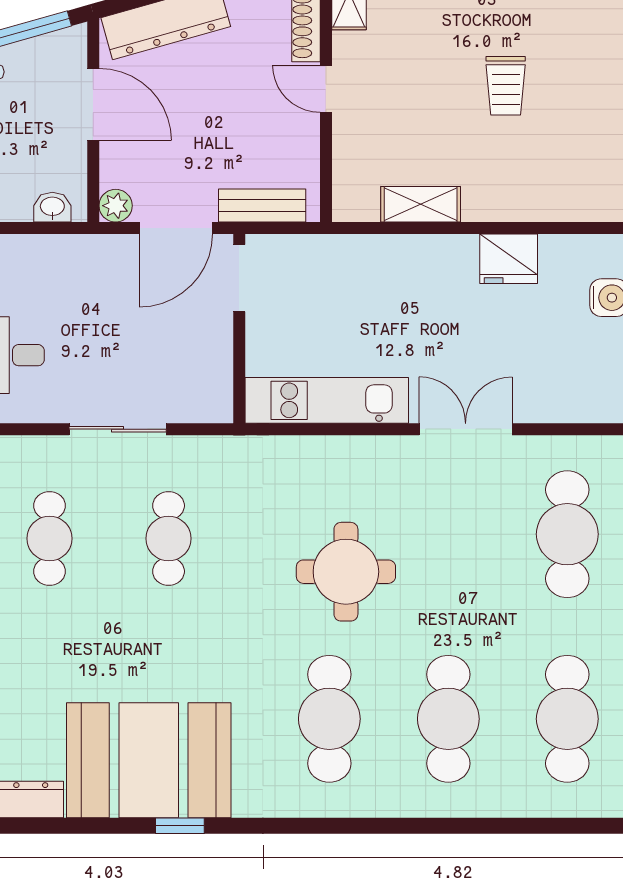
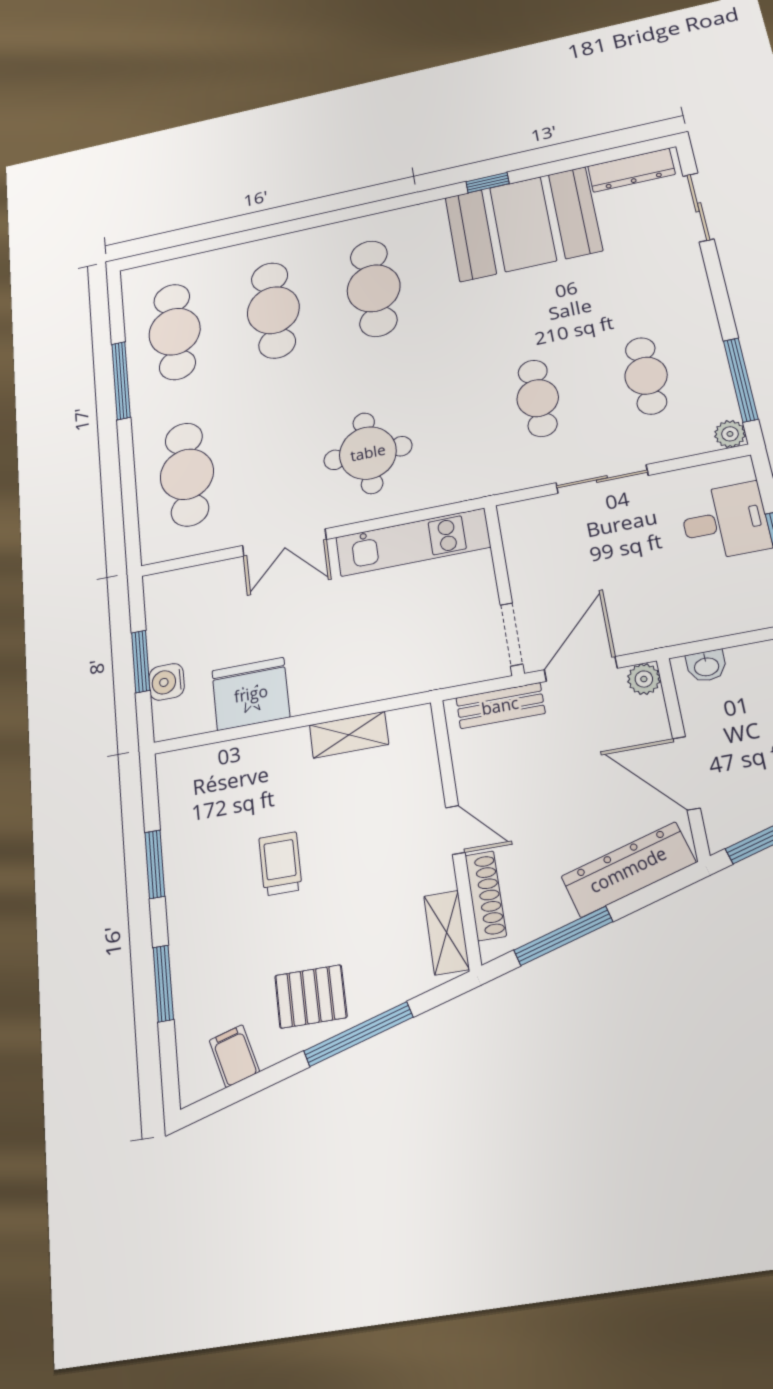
fridge: (509, 259) -> (251, 694), width x1.36, depth x1.34
round table: (346, 572) -> (368, 453), moved

